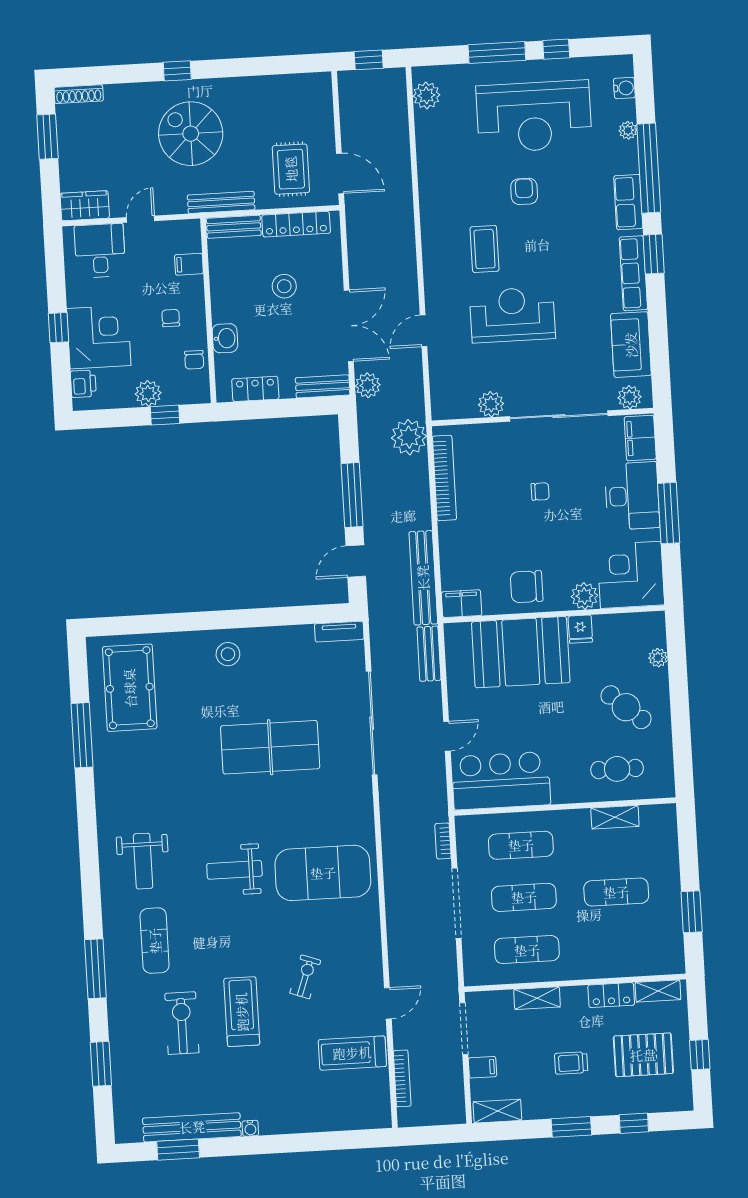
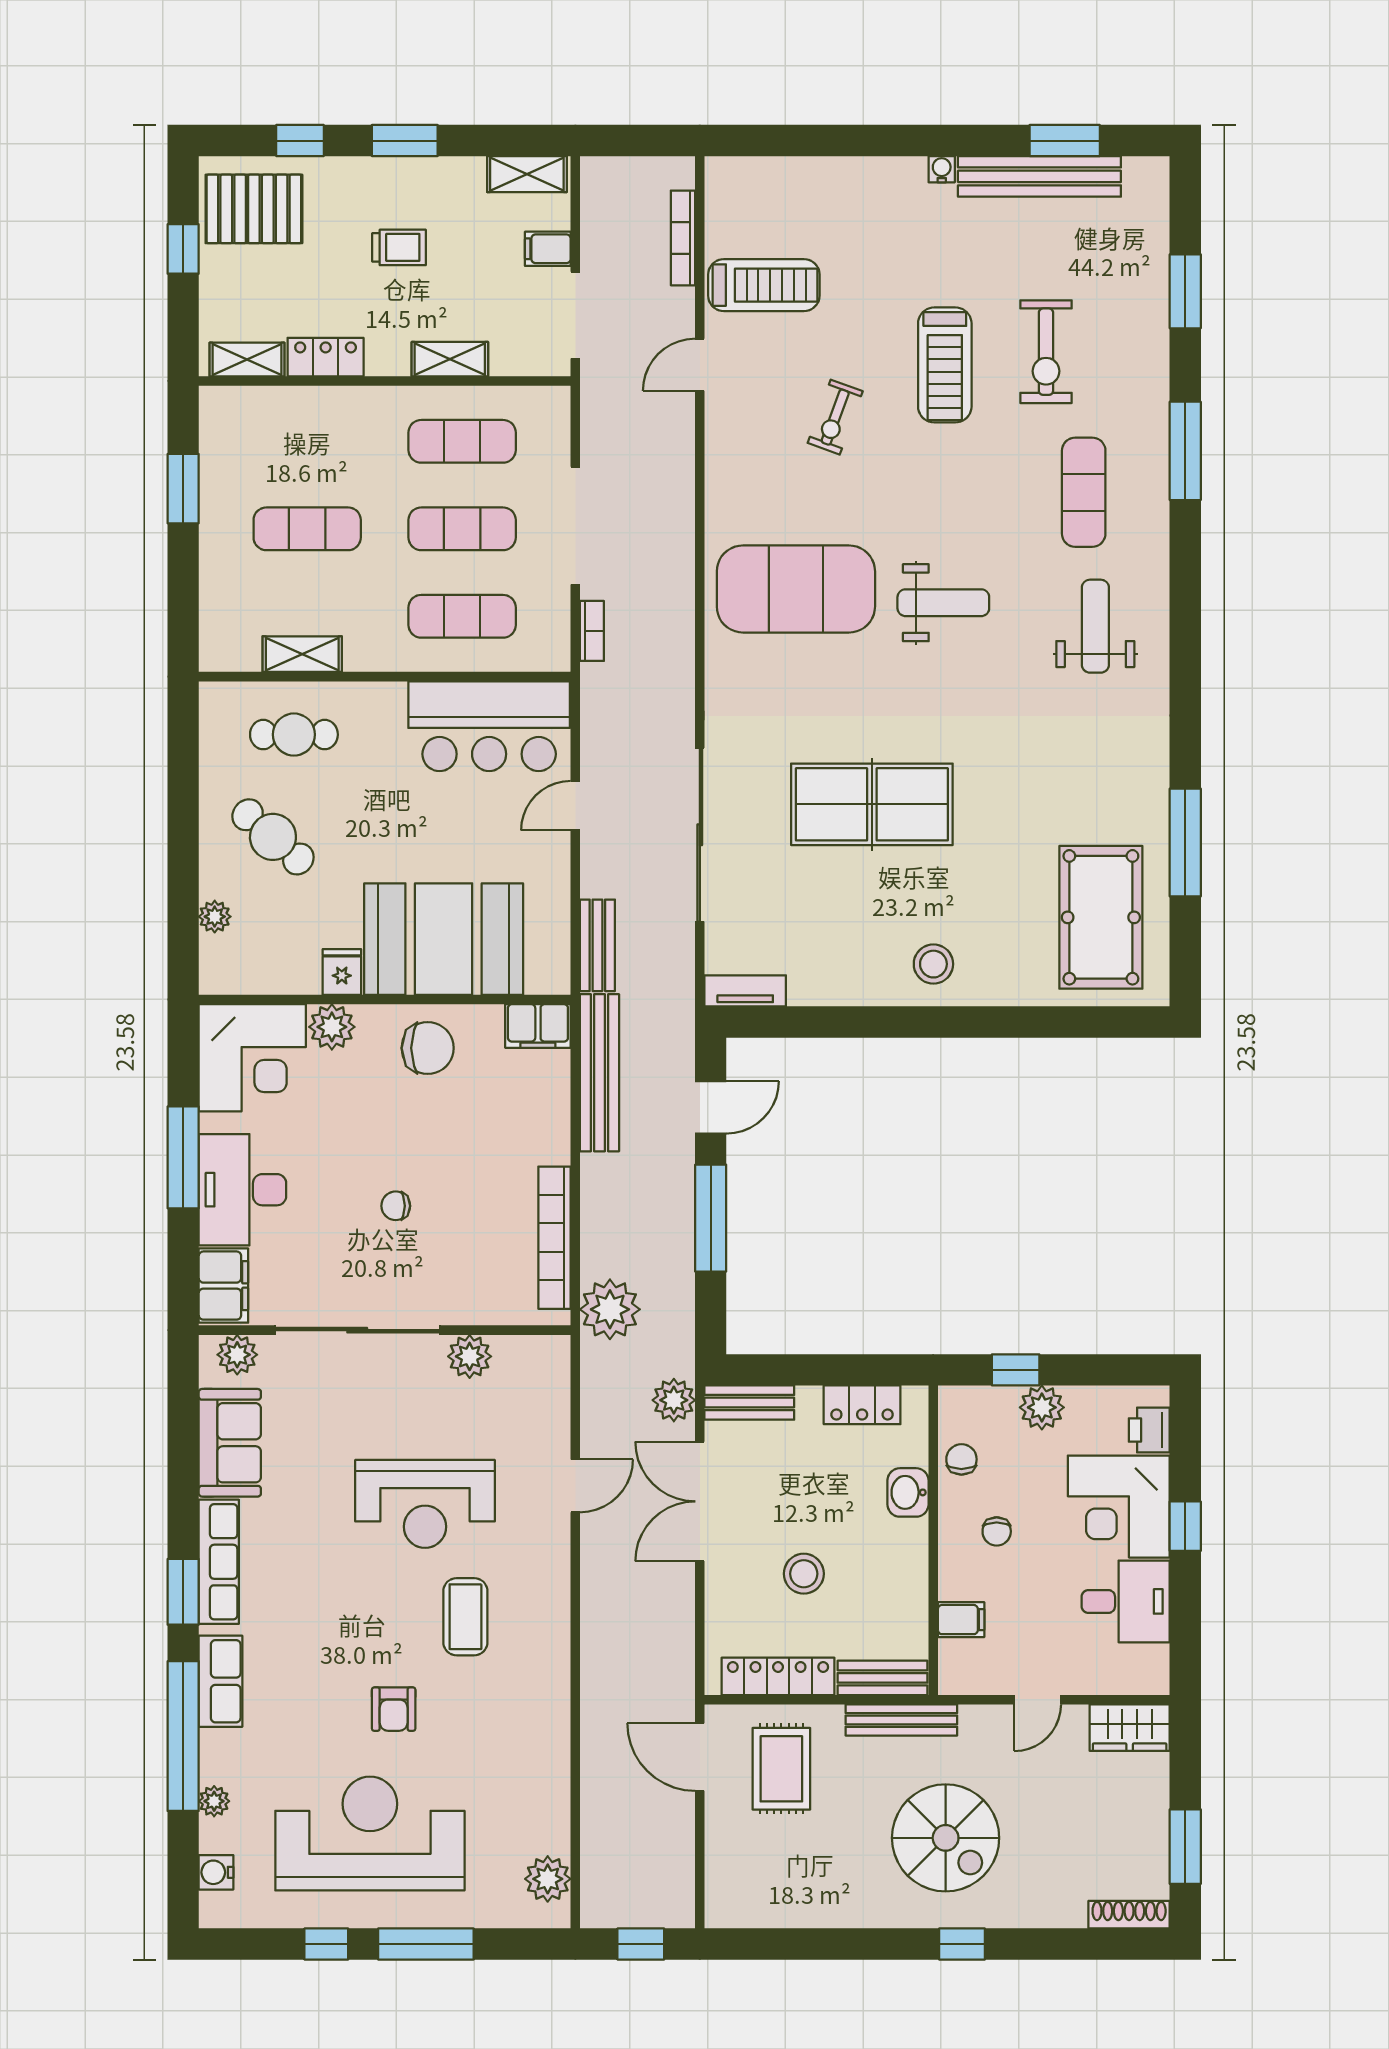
desk: (100, 251) -> (1126, 1601), moved, turned -90
pallet: (643, 1055) -> (254, 209), moved

